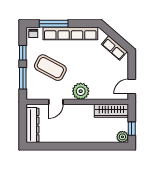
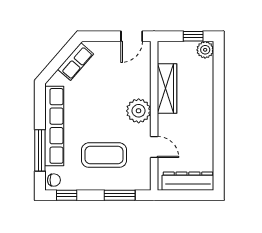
window: (23, 53) -> (67, 195), moved
coffee table: (50, 68) -> (104, 155), turned 62
door: (132, 86) -> (132, 36), hinge flipped
wardrobe: (111, 111) -> (167, 88), moved

